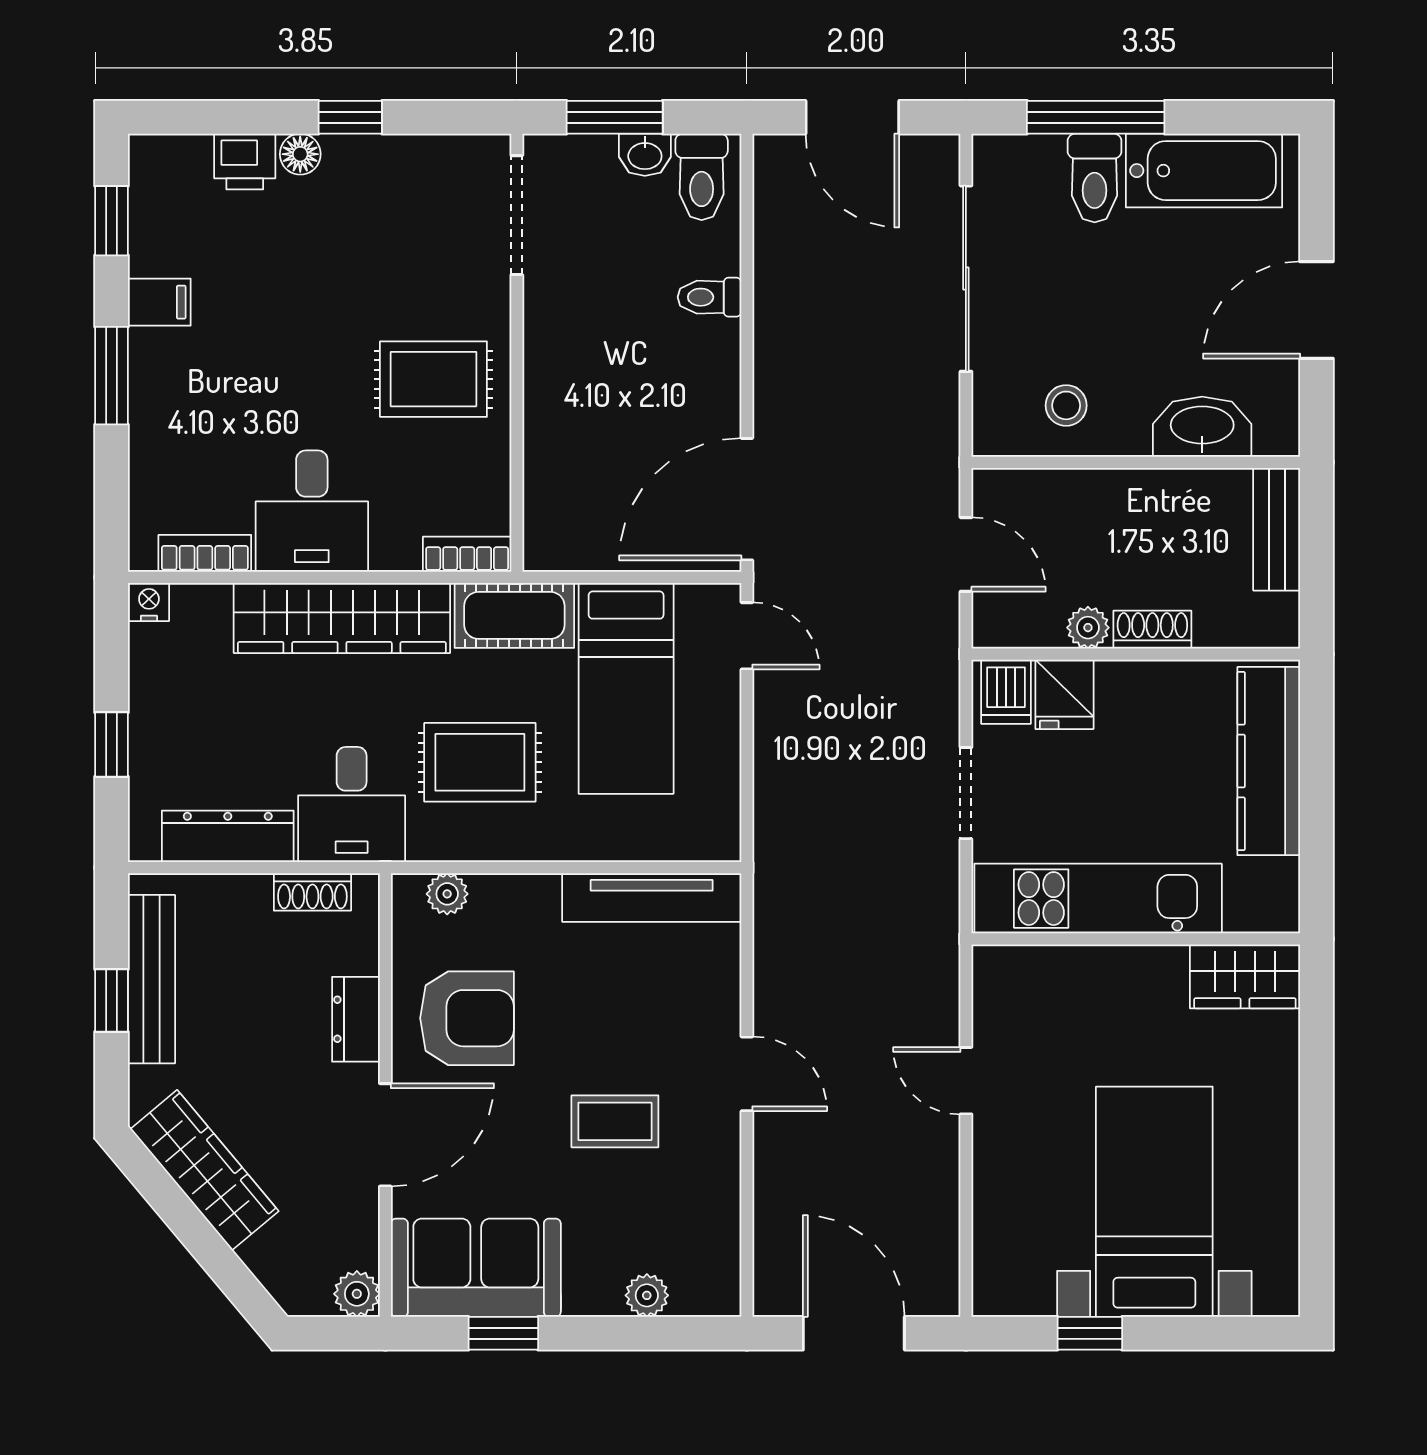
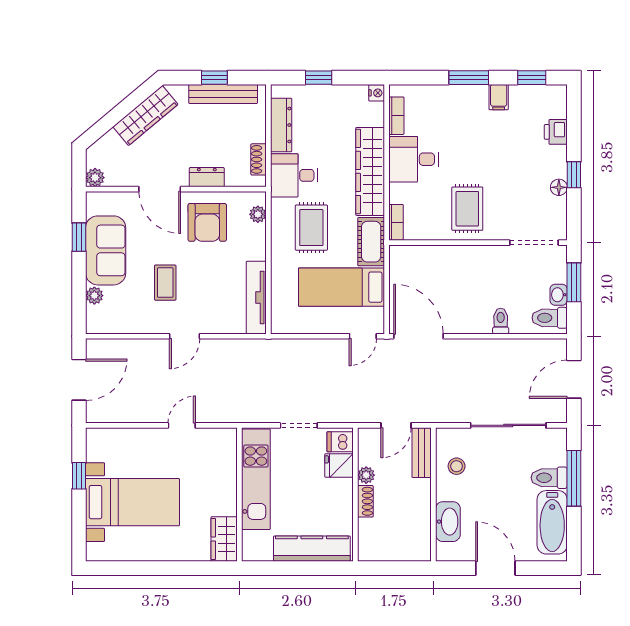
floor lamp: (300, 154) -> (559, 187), moved
bench: (1277, 529) -> (422, 453), moved, turned 90
sofa: (476, 1268) -> (106, 250), moved

